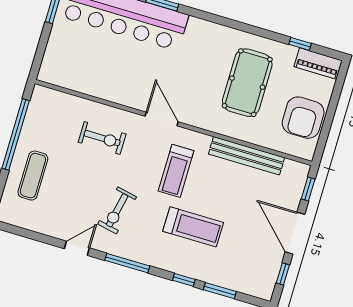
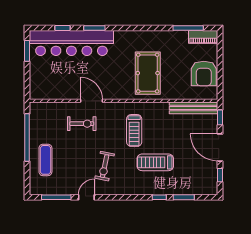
window: (300, 44) -> (188, 28), width x2.17
pool table: (247, 83) -> (148, 73), moved
door: (162, 119) -> (91, 101), moved
bench: (246, 156) -> (193, 108), moved
treadmill: (193, 227) -> (155, 162), turned 180
window: (127, 263) -> (56, 197), moved

